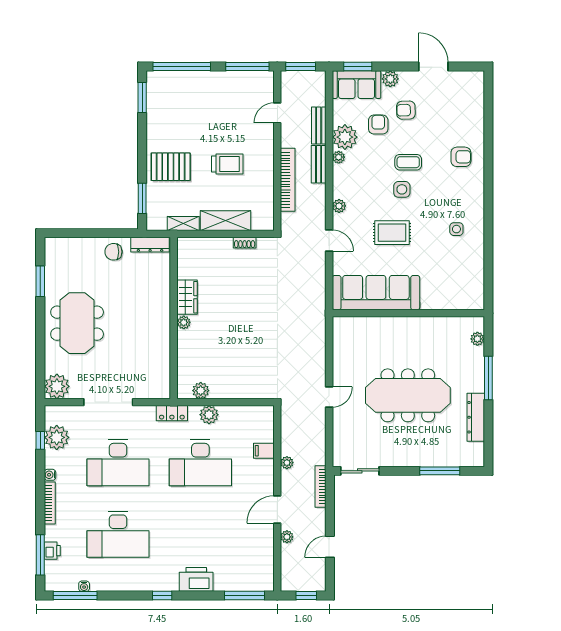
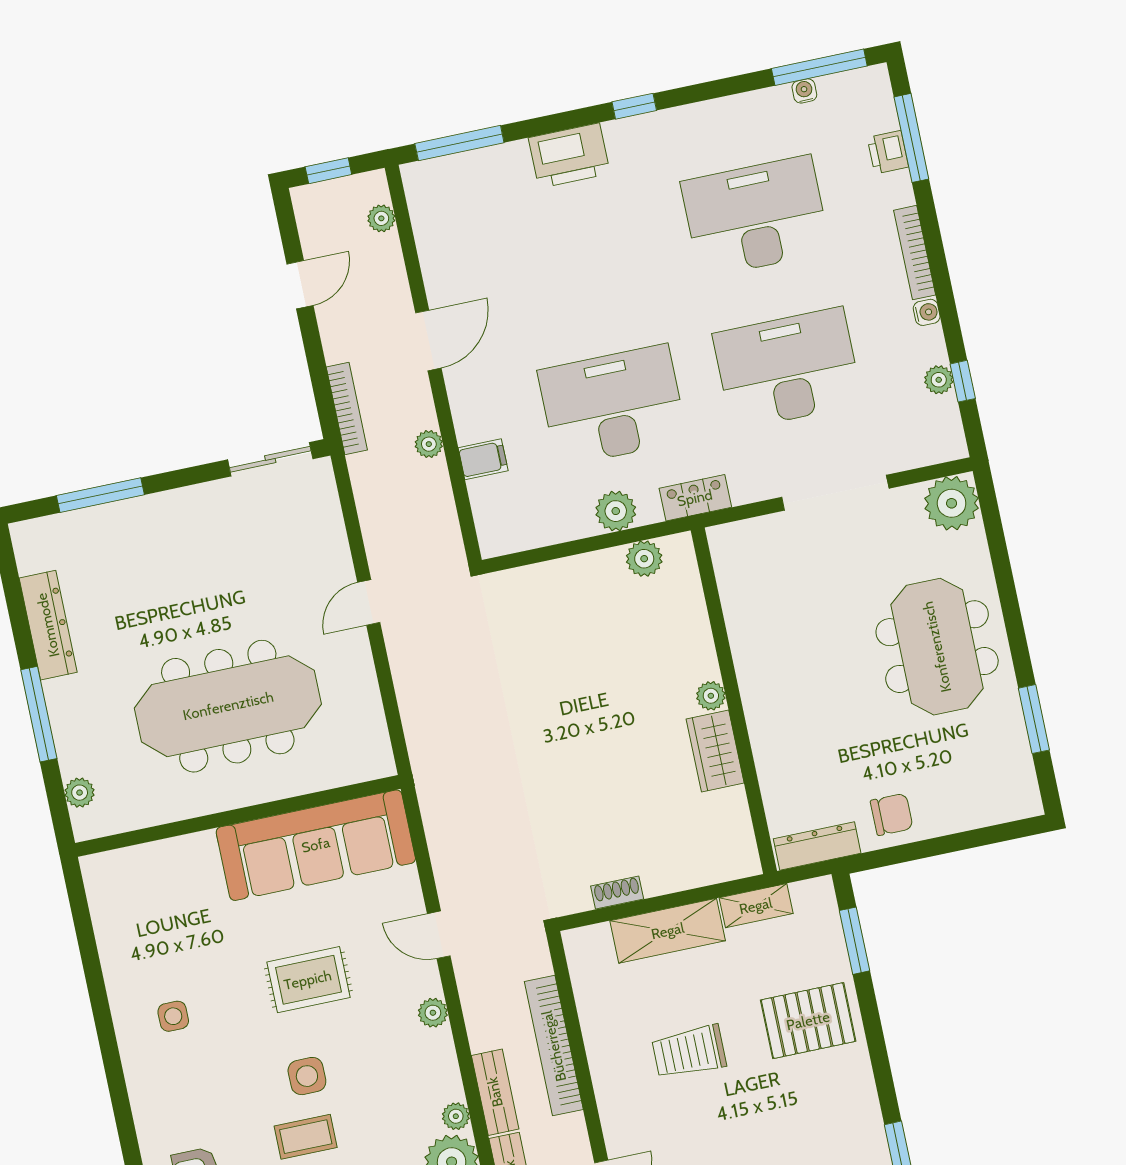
meeting table: (408, 395) -> (228, 706), moved
plant: (57, 437) -> (939, 380), width x0.53, depth x0.53
plant: (287, 537) -> (381, 218), moved

